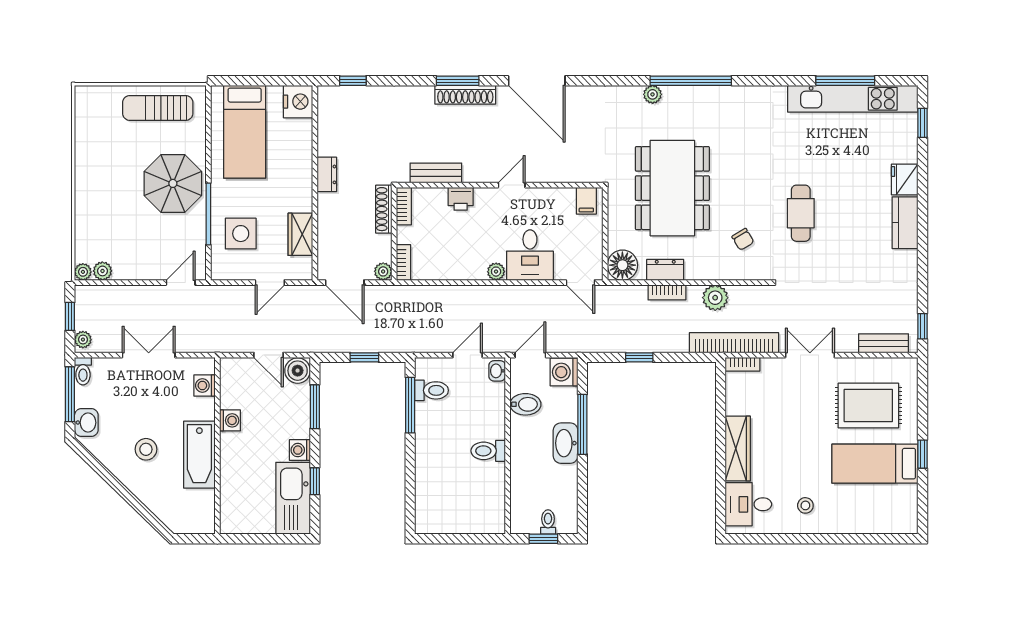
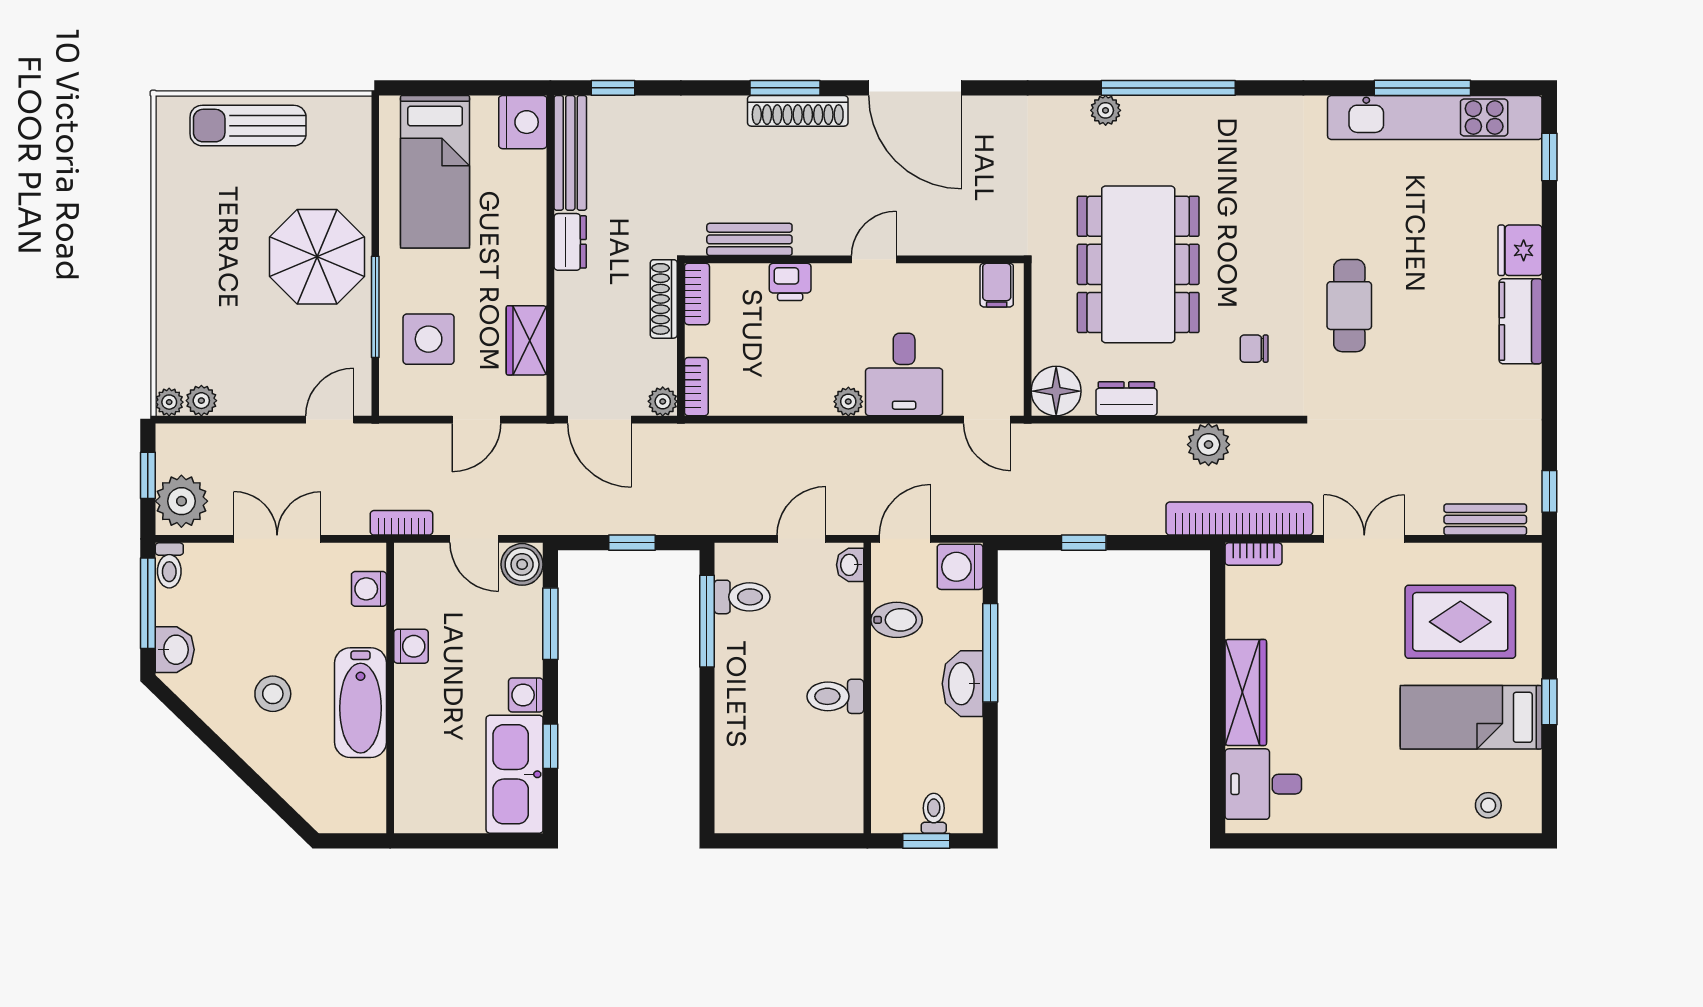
sun lounger: (158, 108) -> (248, 126), moved
bench: (327, 120) -> (570, 153), added
chair: (743, 239) -> (1254, 349), turned 121
bookcase: (667, 292) -> (401, 523), moved, turned 180
plant: (83, 340) -> (181, 501), width x1.88, depth x1.88
stool: (805, 505) -> (1488, 805), moved

